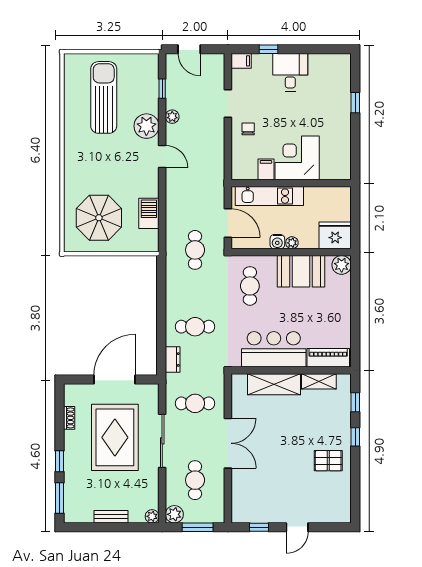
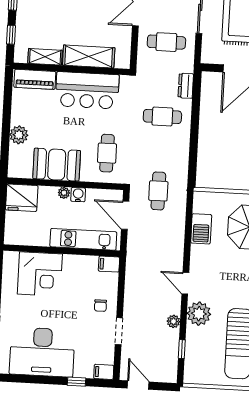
door: (189, 49) -> (138, 385), moved
desk: (290, 72) -> (42, 352), width x1.87, depth x1.30
corner desk: (297, 158) -> (40, 274), moved
filing cabinet: (266, 169) -> (109, 264), moved, turned 90
plant: (342, 265) -> (19, 135), moved

